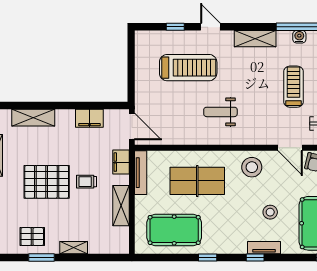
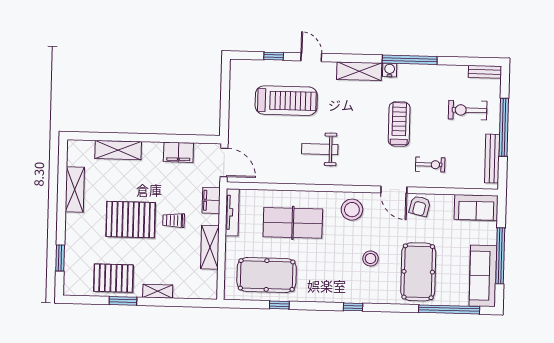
water cooler: (299, 37) -> (390, 70), moved
pallet: (32, 237) -> (113, 278), width x1.50, depth x1.42
tv unit: (264, 248) -> (363, 297), removed
window: (208, 257) -> (279, 305), moved

